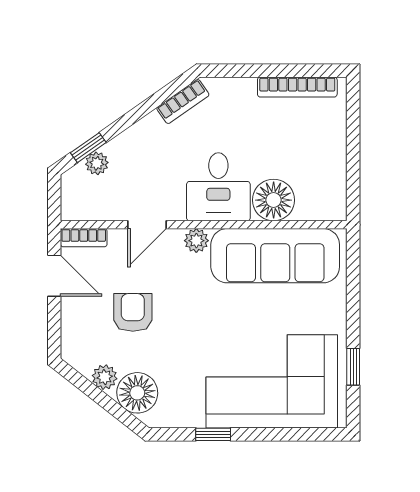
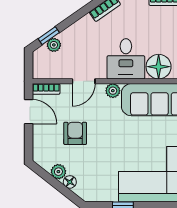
floor lamp: (137, 393) -> (70, 182), width x0.53, depth x0.53

